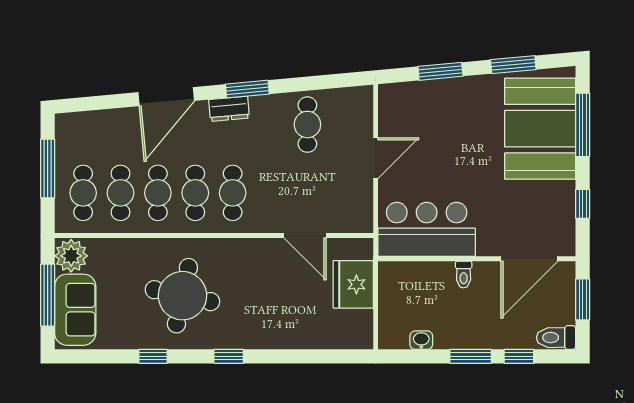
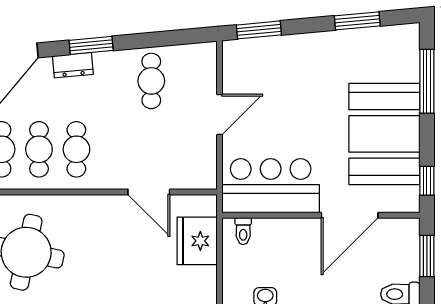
window: (440, 71) -> (259, 30), moved
booth: (540, 129) -> (384, 134), moved
window: (583, 204) -> (427, 181), moved
door: (529, 259) -> (350, 215), moved
toilet: (464, 274) -> (243, 231), moved

